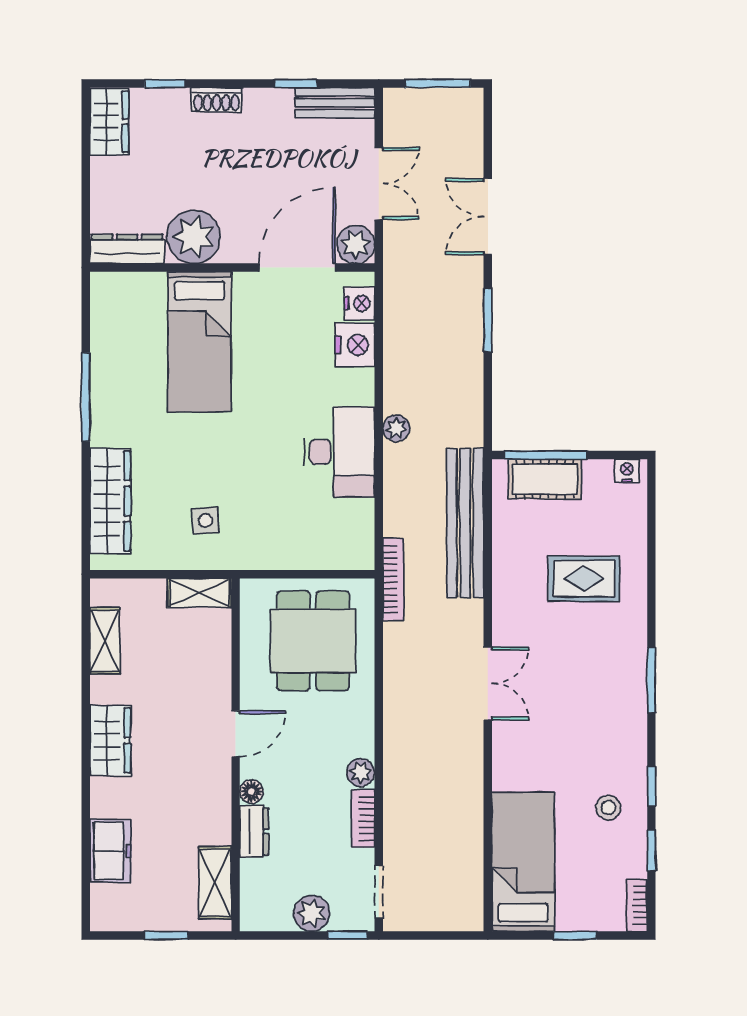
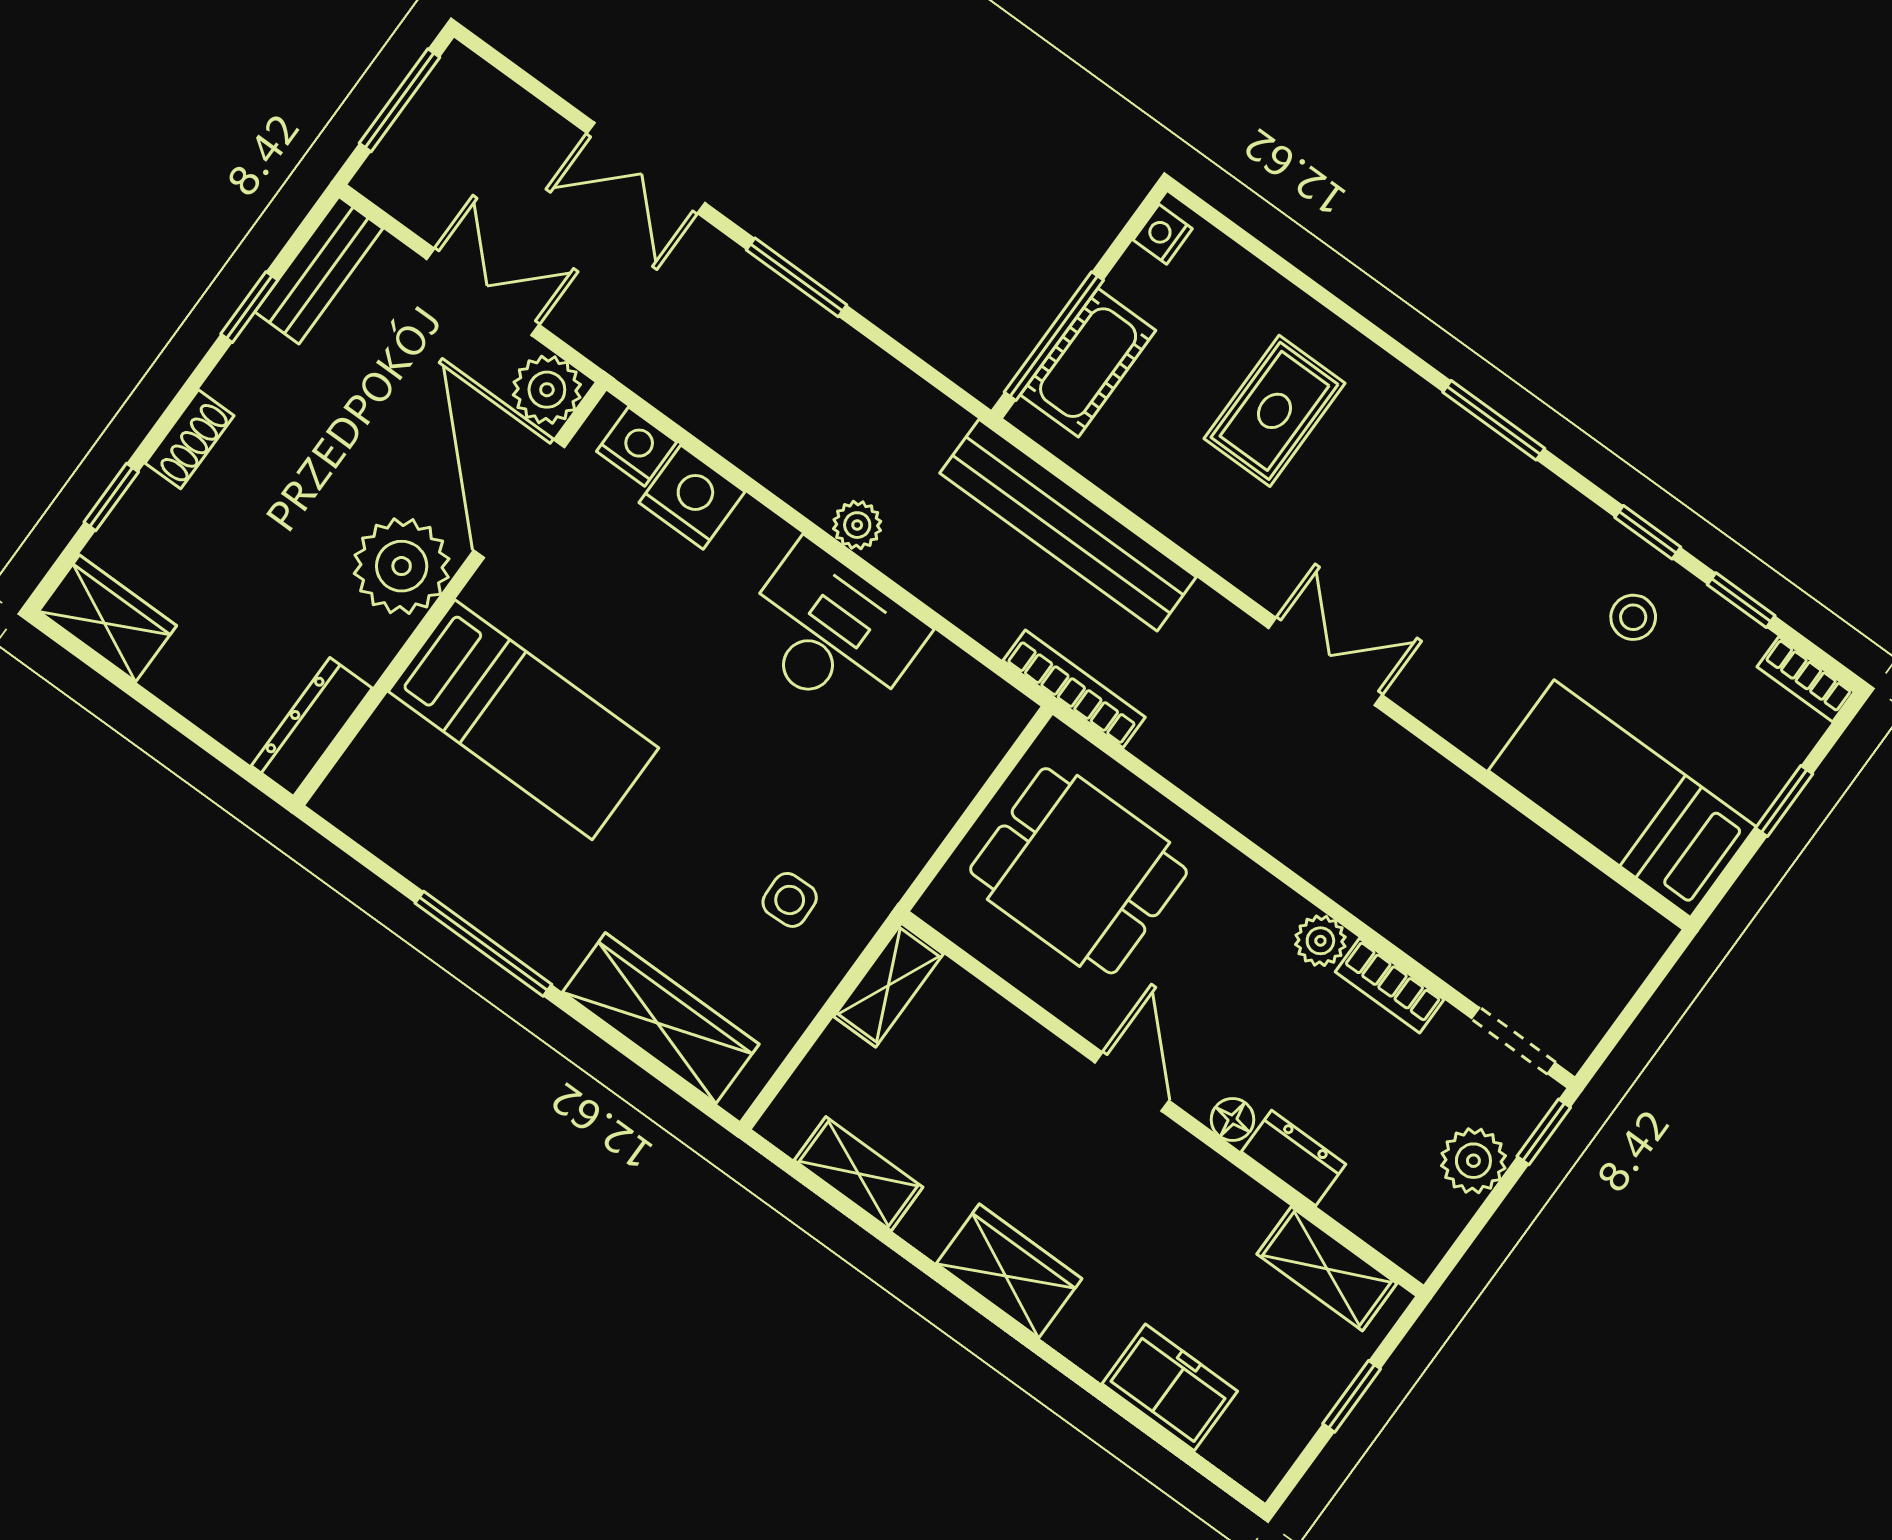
plant: (194, 237) -> (402, 566), moved

